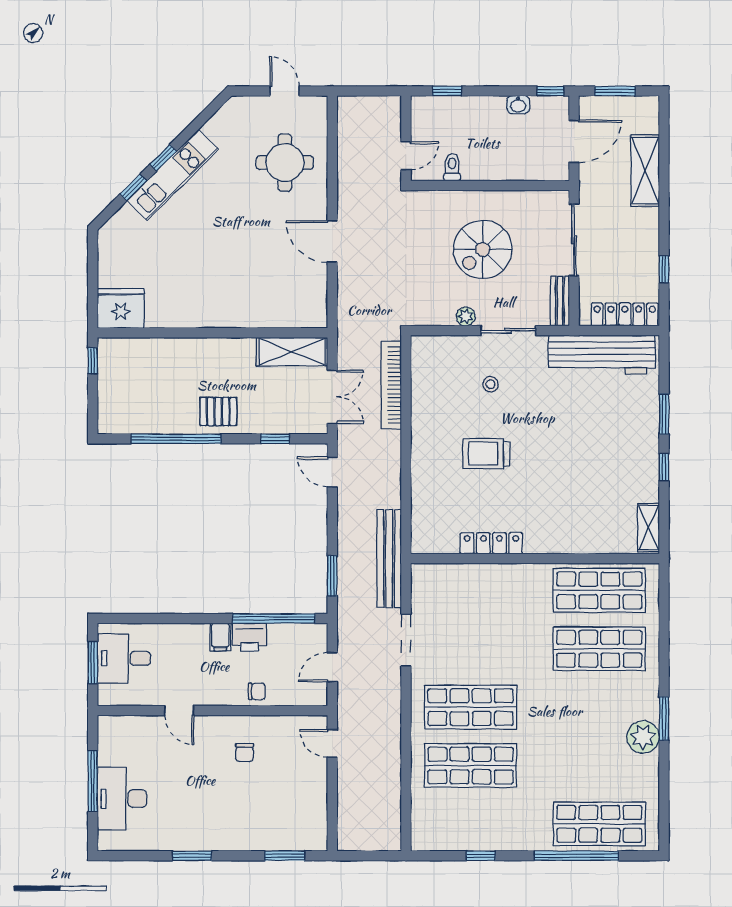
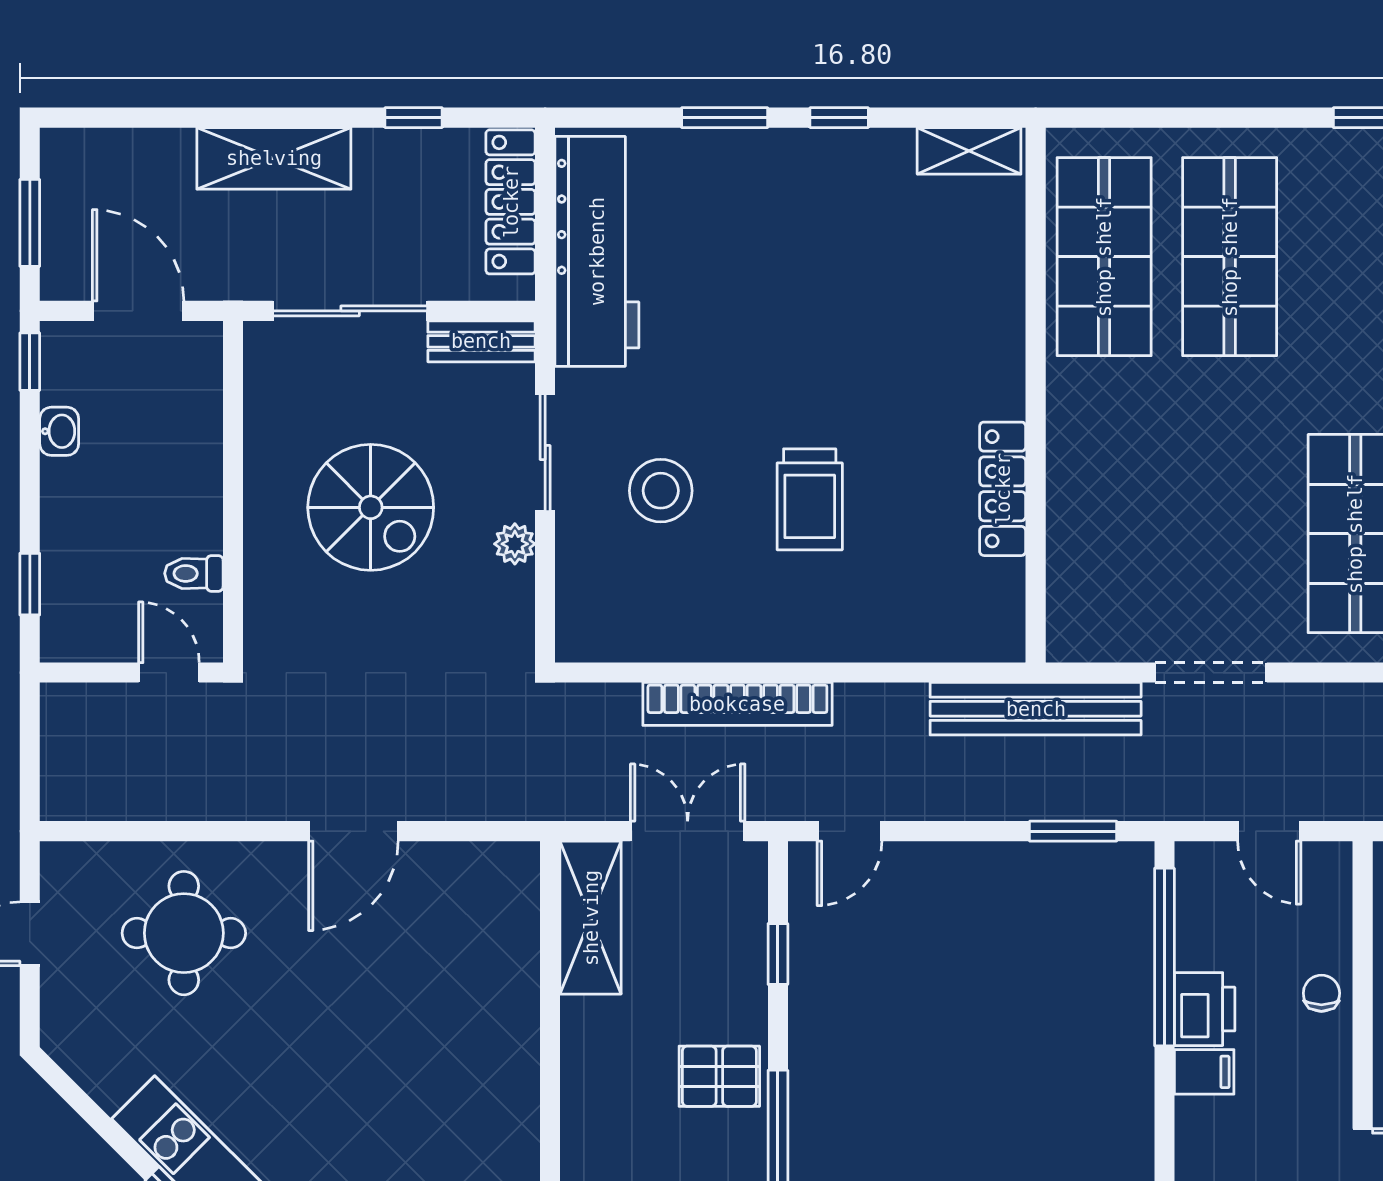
shelving: (645, 171) -> (274, 158), moved
stool: (491, 384) -> (661, 491), width x1.89, depth x1.89
bookcase: (391, 385) -> (737, 704), moved
pallet: (218, 412) -> (719, 1076), turned 90

